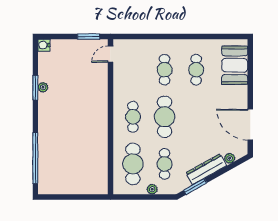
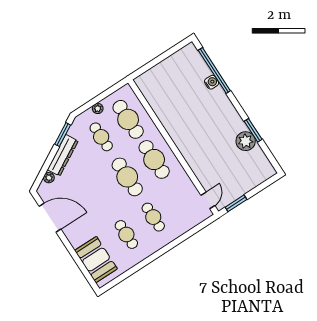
water cooler: (44, 45) -> (212, 82), moved
plant: (43, 87) -> (246, 141), width x1.88, depth x1.88
cafe table: (133, 117) -> (154, 159), width x1.37, depth x1.35

